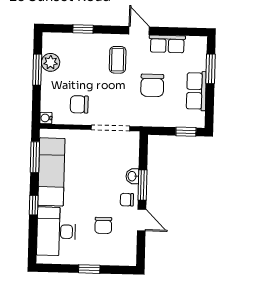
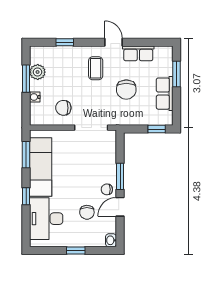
water cooler: (46, 118) -> (35, 97), moved
washbasin: (132, 176) -> (111, 240), moved
door: (142, 220) -> (120, 207), swing flipped

